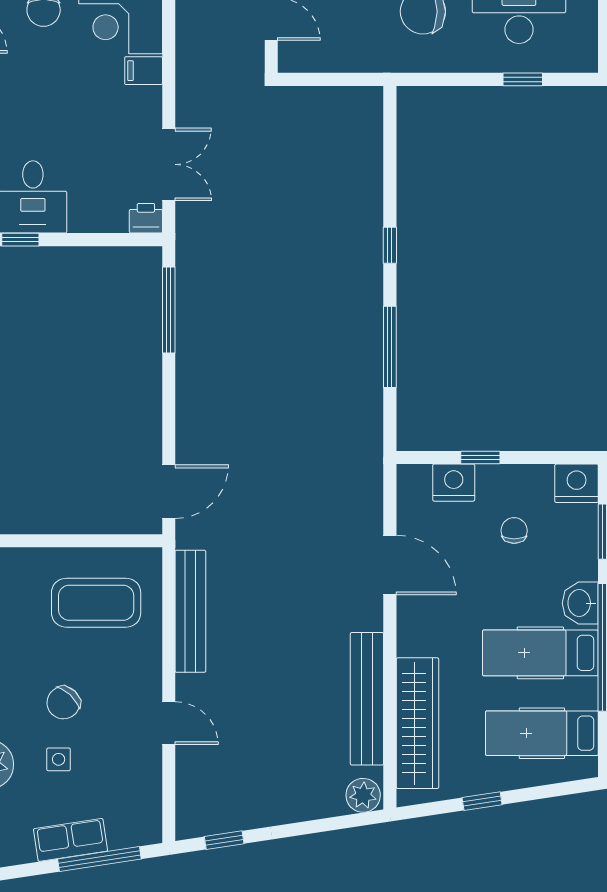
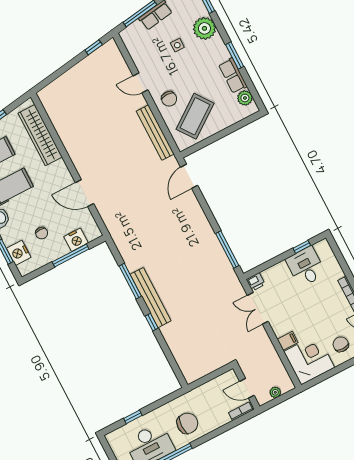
window: (480, 457) -> (71, 255), width x2.17
nightstand: (577, 483) -> (19, 253), moved, turned 90
coffee table: (96, 603) -> (195, 116), turned -36
bench: (367, 699) -> (151, 298), moved
chair: (63, 703) -> (169, 99), moved, turned 137
plant: (363, 795) -> (47, 95), removed

